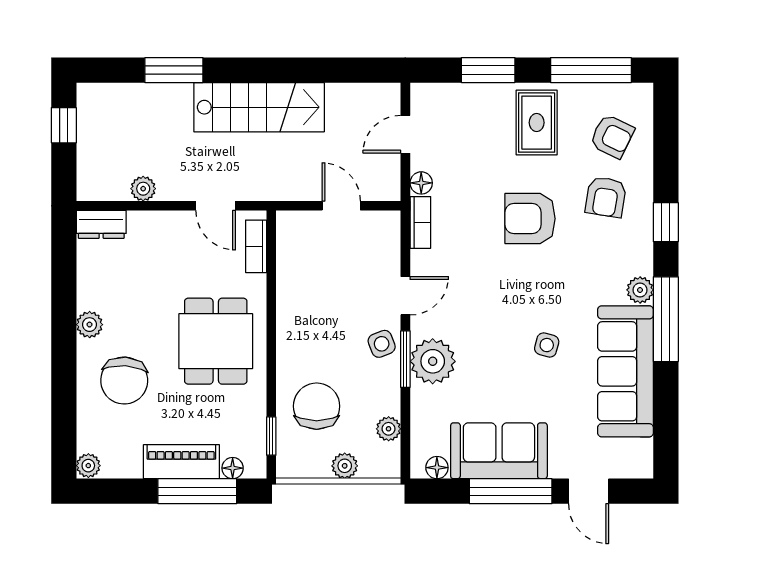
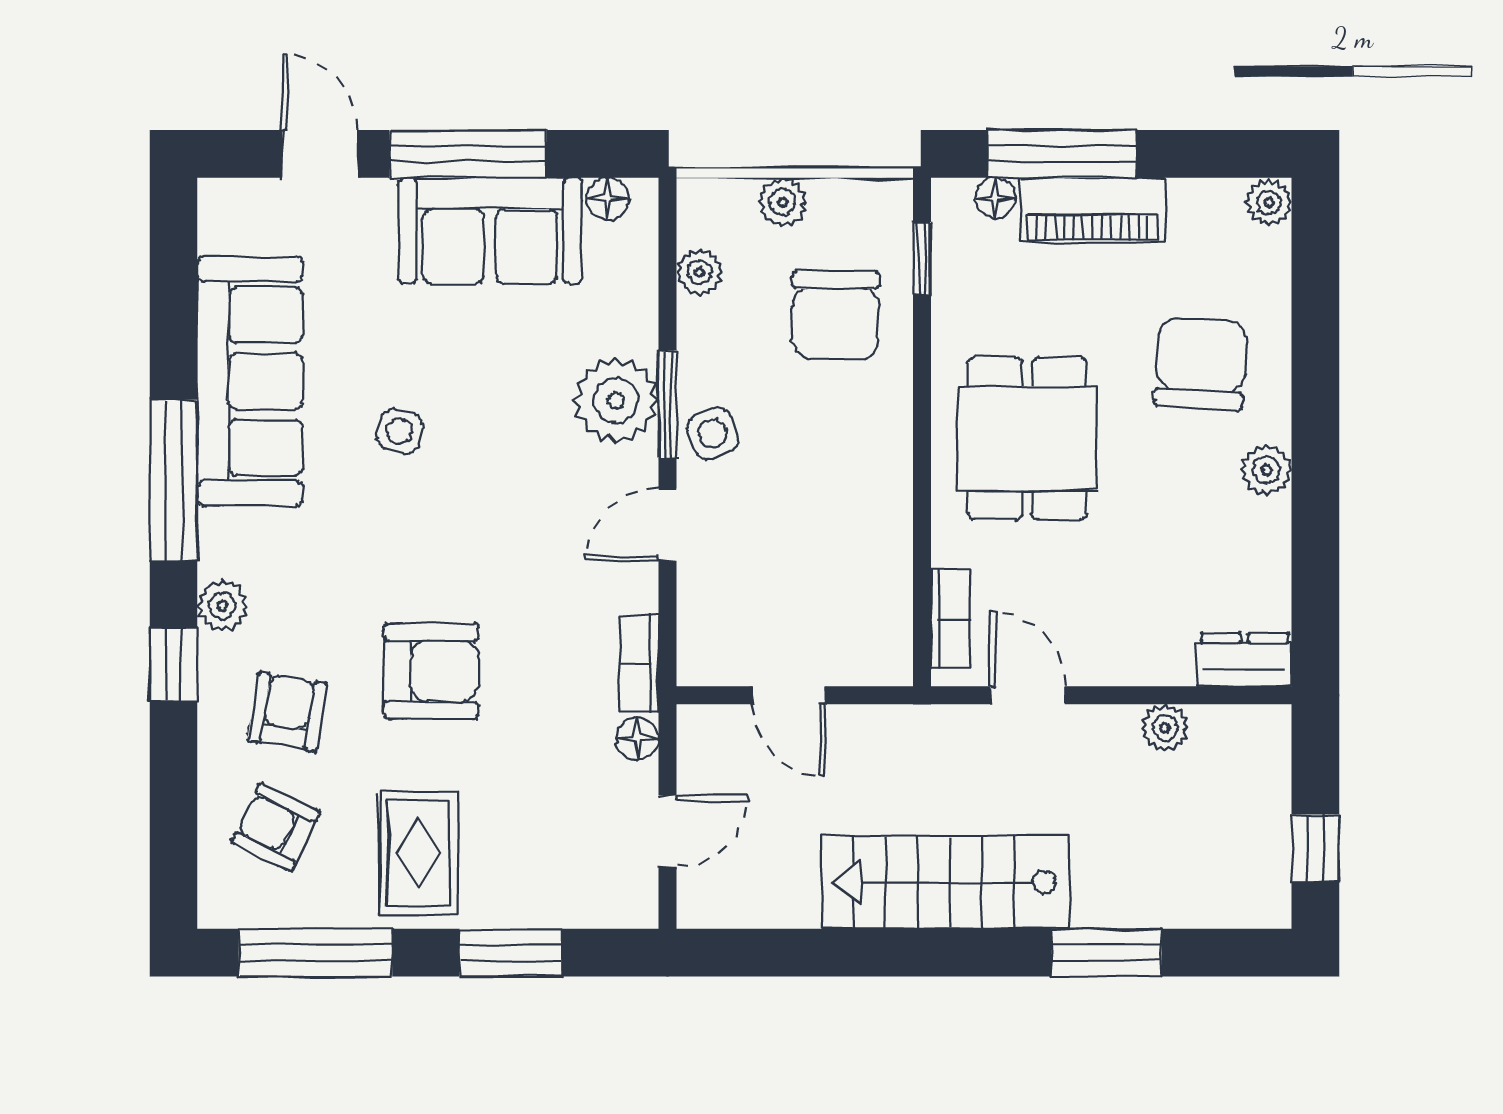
plant: (640, 290) -> (222, 606), moved

